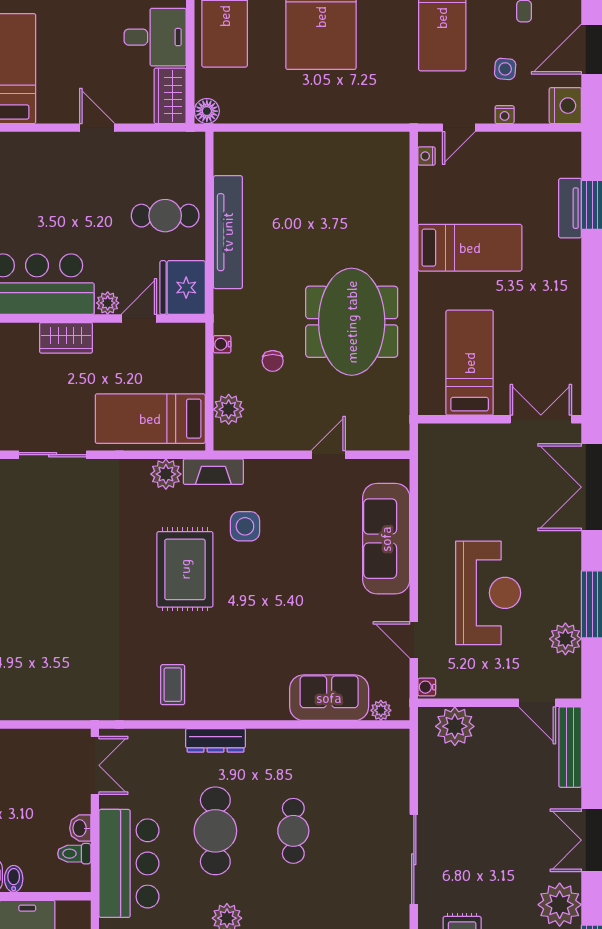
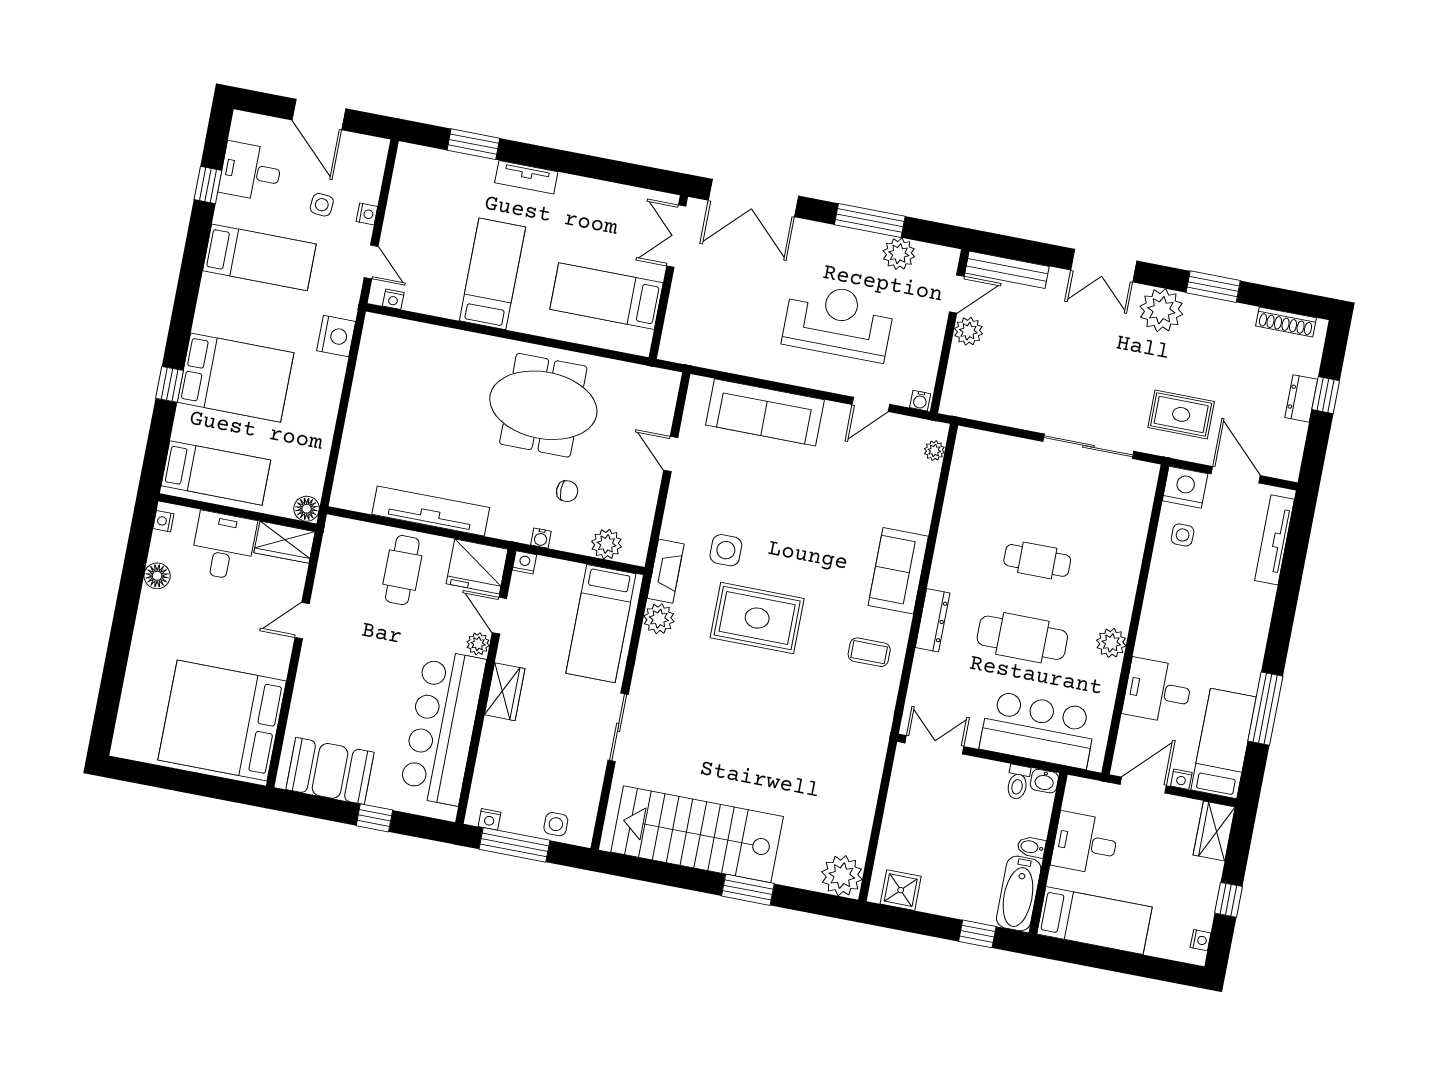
nightstand: (565, 106) -> (336, 336), moved, turned 90
tv unit: (570, 208) -> (526, 177), moved
nightstand: (195, 333) -> (525, 562), added
sofa: (329, 698) -> (898, 571), moved
plant: (455, 726) -> (968, 331), moved, width x0.73, depth x0.73
washbasin: (80, 828) -> (1044, 781), moved

